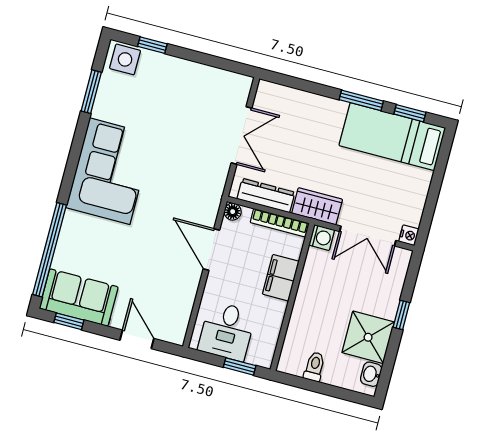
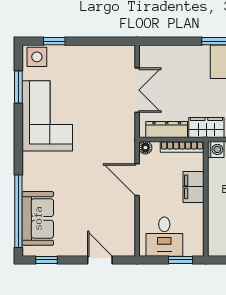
corner sofa: (110, 171) -> (47, 116), moved
sofa: (79, 298) -> (38, 218), moved, turned 90

